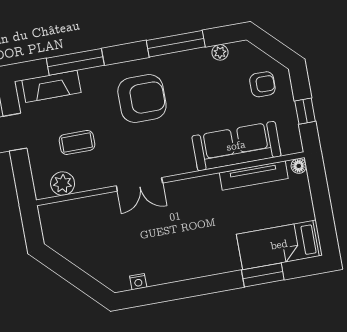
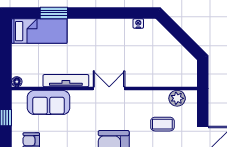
sofa: (236, 146) -> (49, 102), width x0.73
tv unit: (254, 176) -> (66, 81), moved
double door: (139, 184) -> (109, 88), moved

